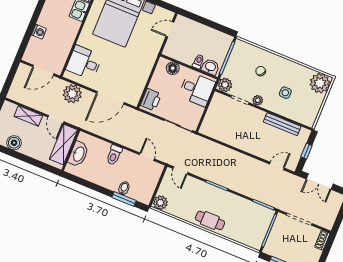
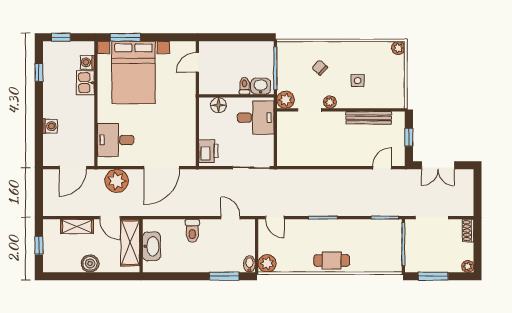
plant: (320, 83) -> (398, 48), width x0.53, depth x0.53
boiler: (14, 143) -> (90, 263), moved
bidet: (124, 188) -> (249, 264), moved

